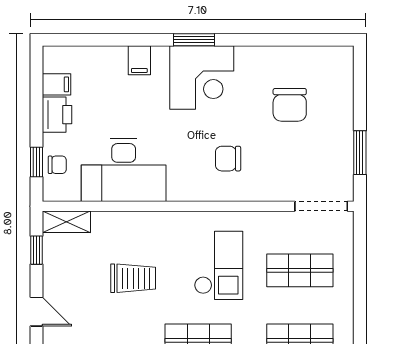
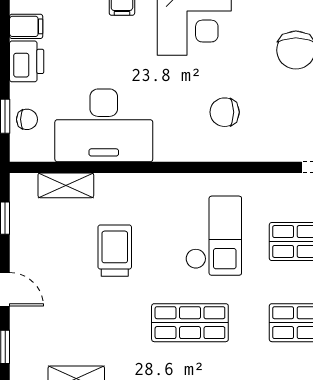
shelving: (66, 222) -> (66, 185), moved
trolley: (133, 278) -> (115, 251), turned -90

